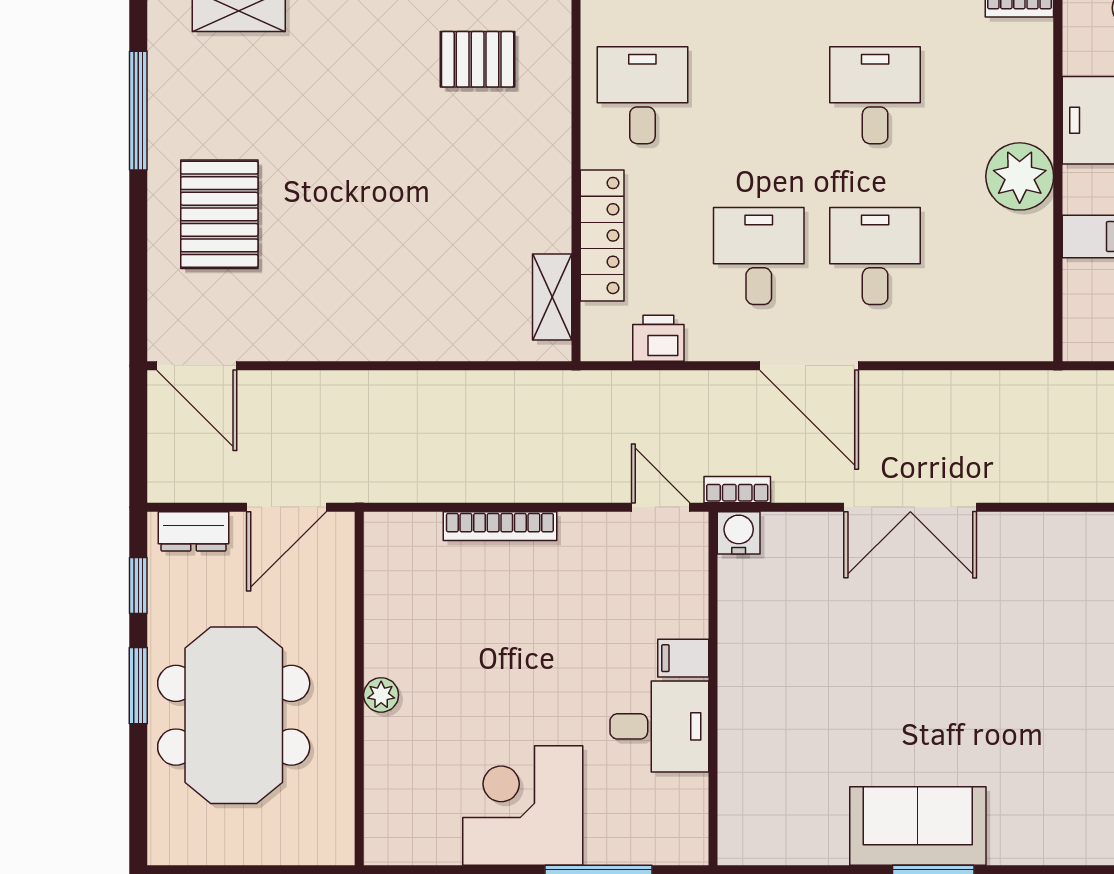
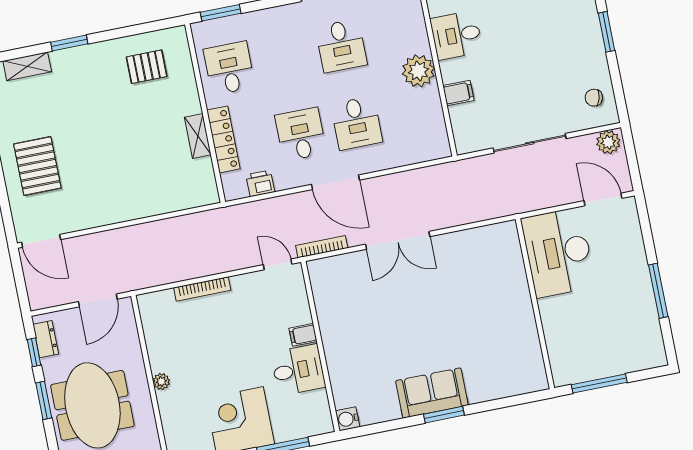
desk: (875, 95) -> (341, 46), turned 180
desk: (875, 256) -> (357, 123), turned 180
shelving: (552, 297) -> (198, 136), moved
bookcase: (737, 490) -> (322, 247), width x1.56
dresser: (193, 531) -> (46, 339), moved, turned -90
water cooler: (739, 533) -> (348, 419), moved, turned -90

